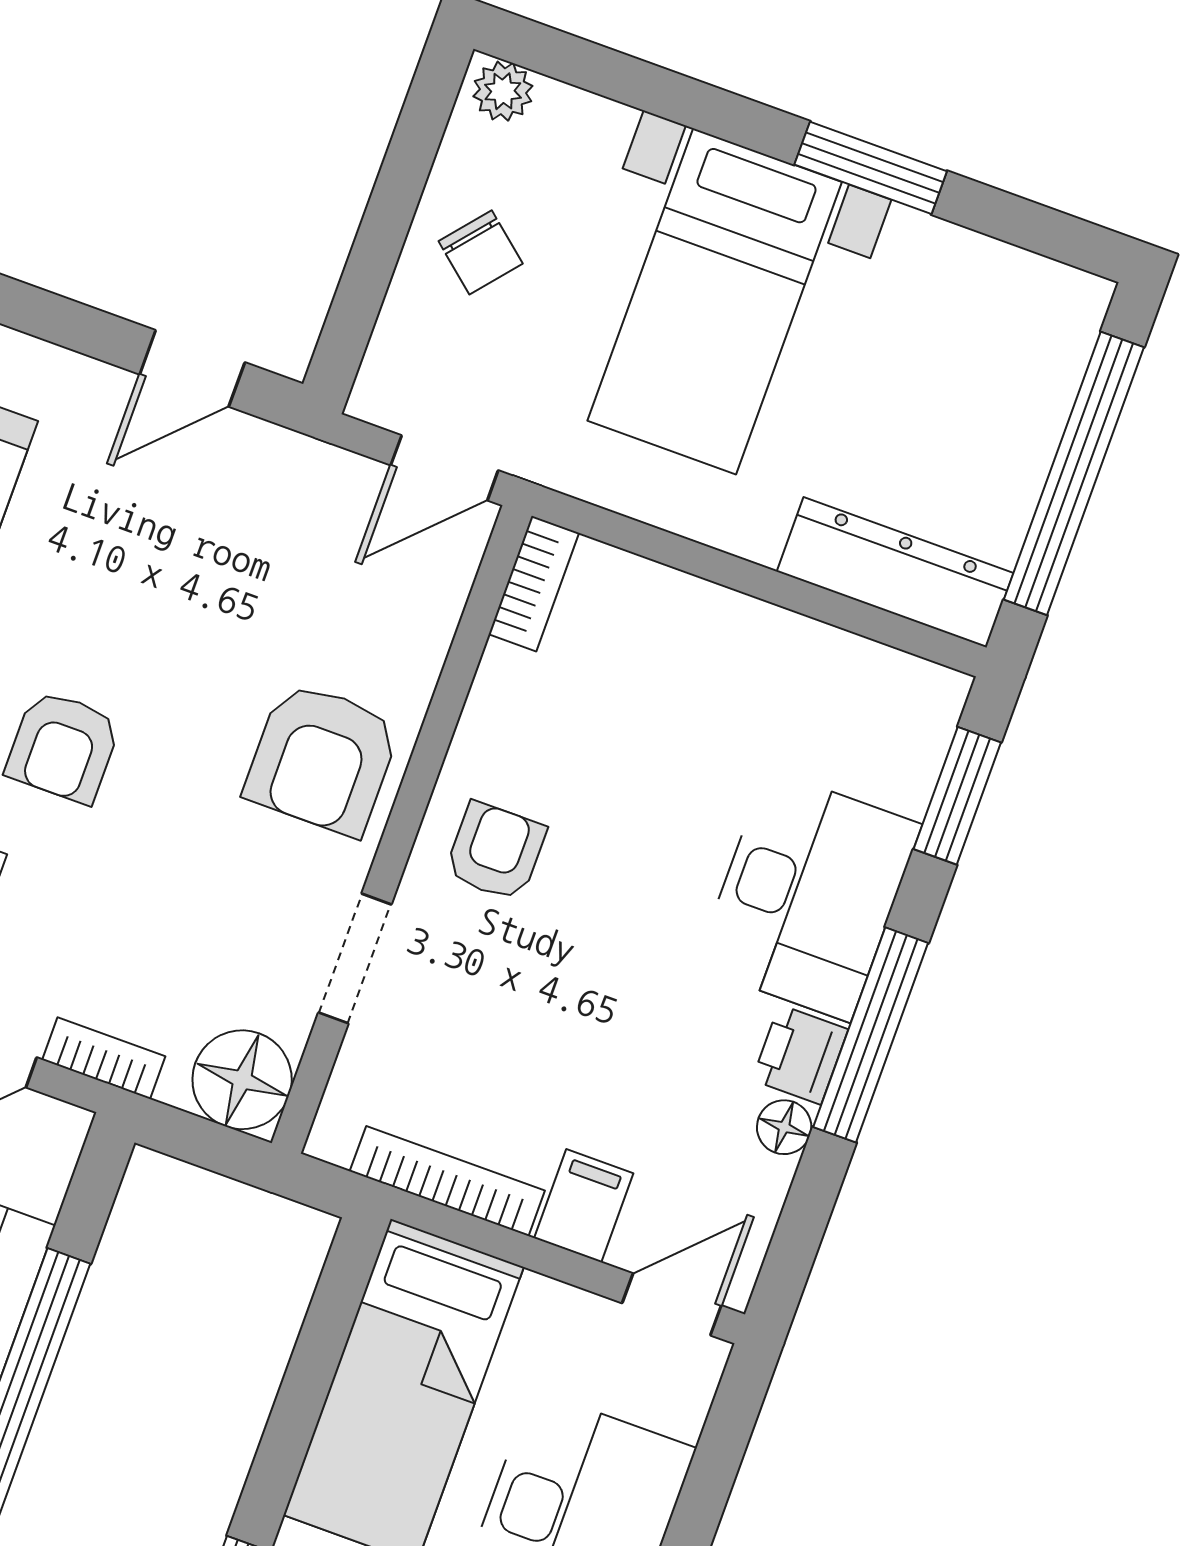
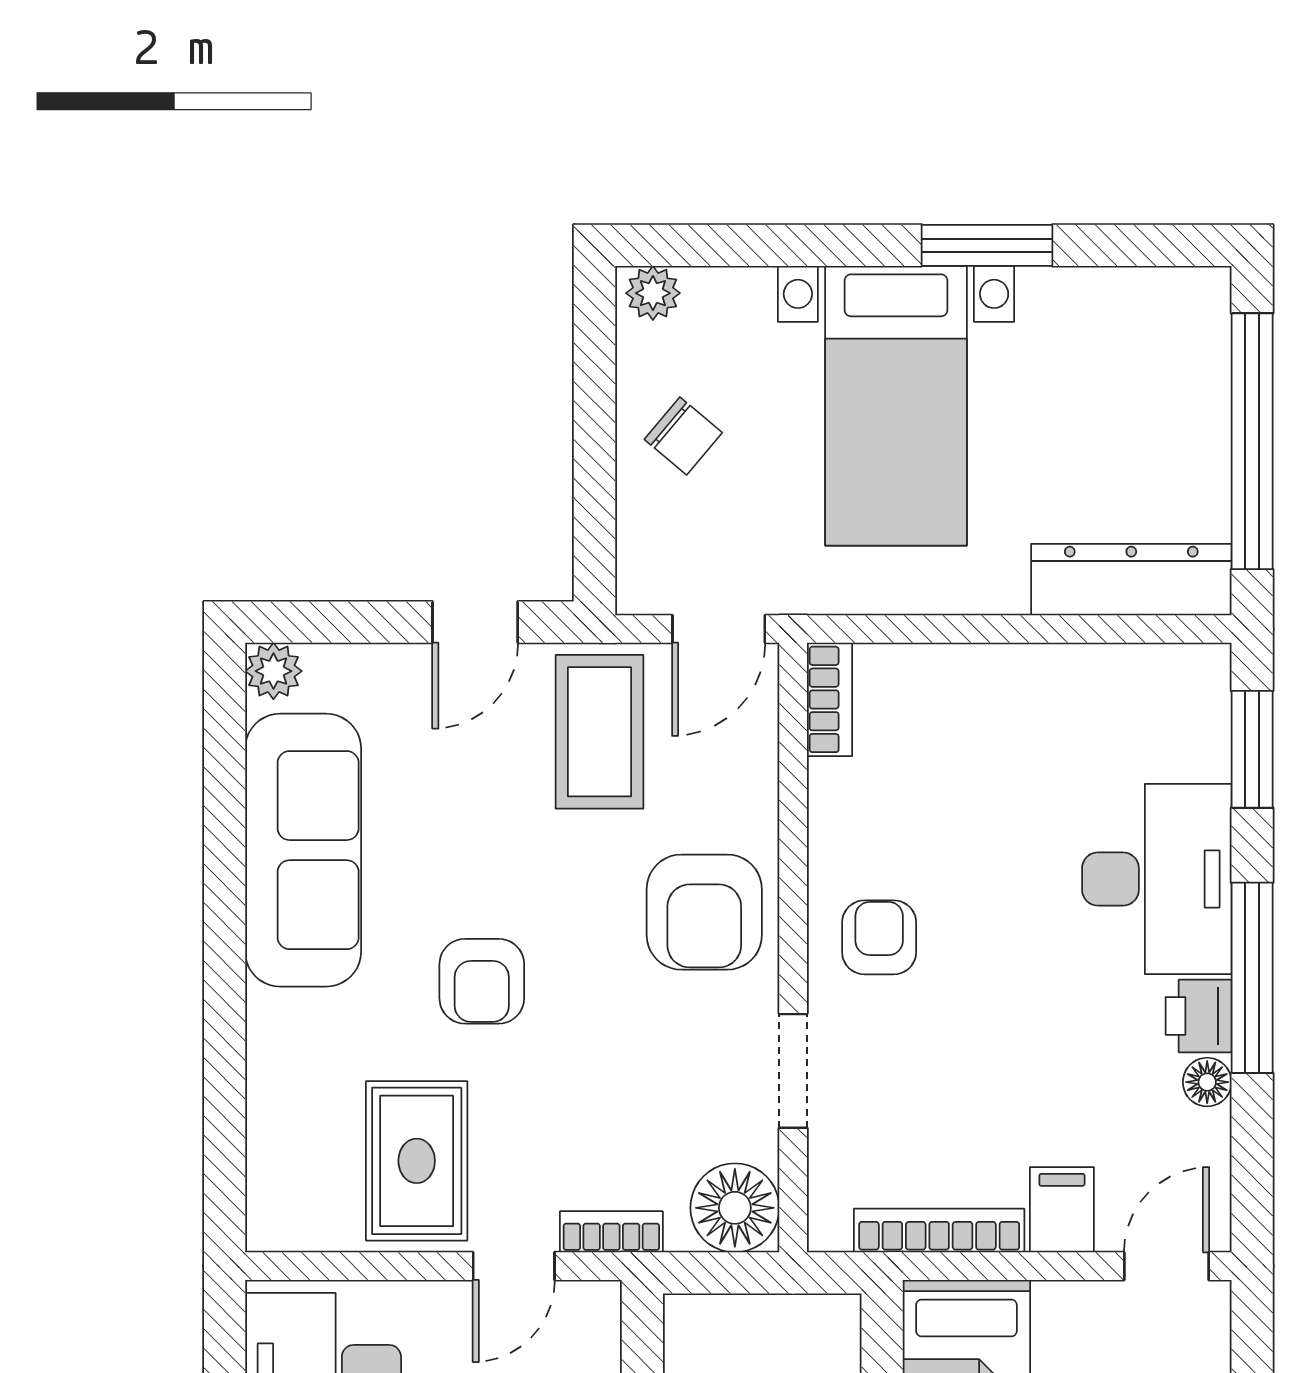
coffee table: (281, 530) -> (599, 732), added

